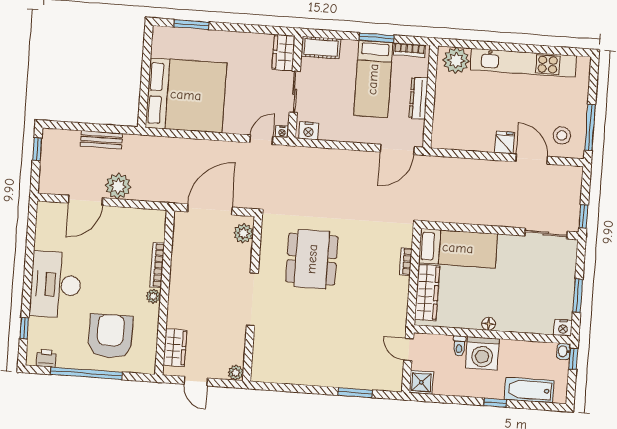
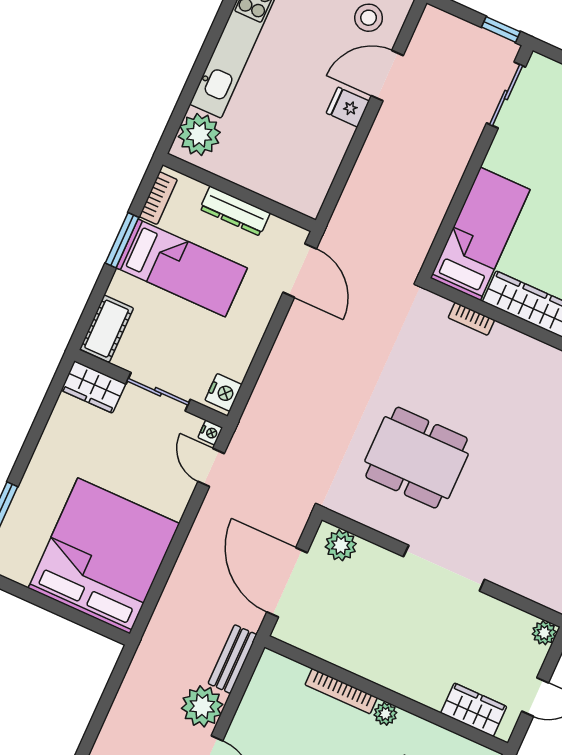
bench: (101, 140) -> (233, 659), moved

